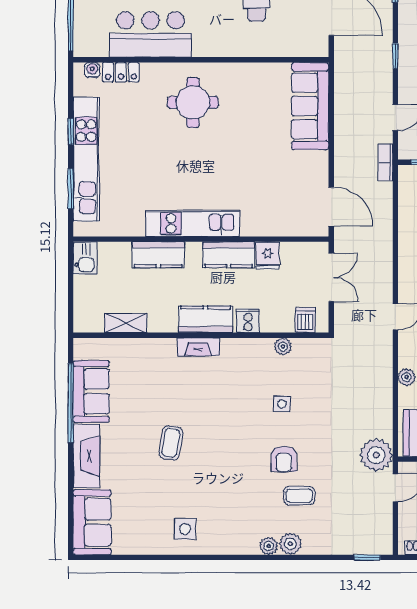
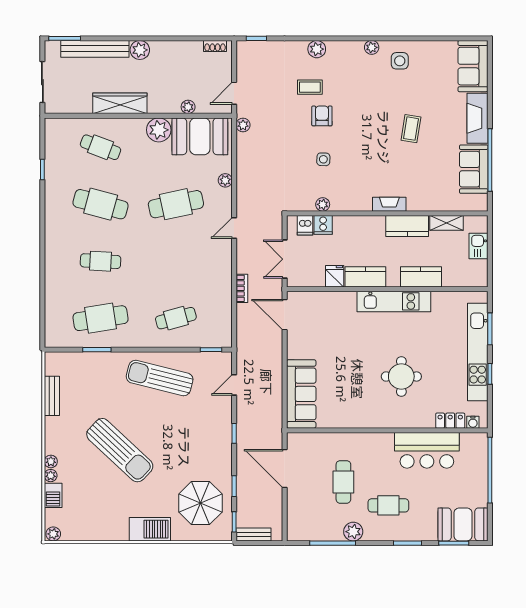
round table: (193, 102) -> (401, 376), moved
bookcase: (385, 162) -> (242, 288), moved
kitchen sink: (85, 258) -> (478, 246), moved
kitchen counter: (206, 319) -> (407, 226), moved
cooker: (248, 321) -> (323, 225), moved
plant: (376, 455) -> (243, 125), width x0.53, depth x0.53
plant: (269, 546) -> (372, 47), moved

